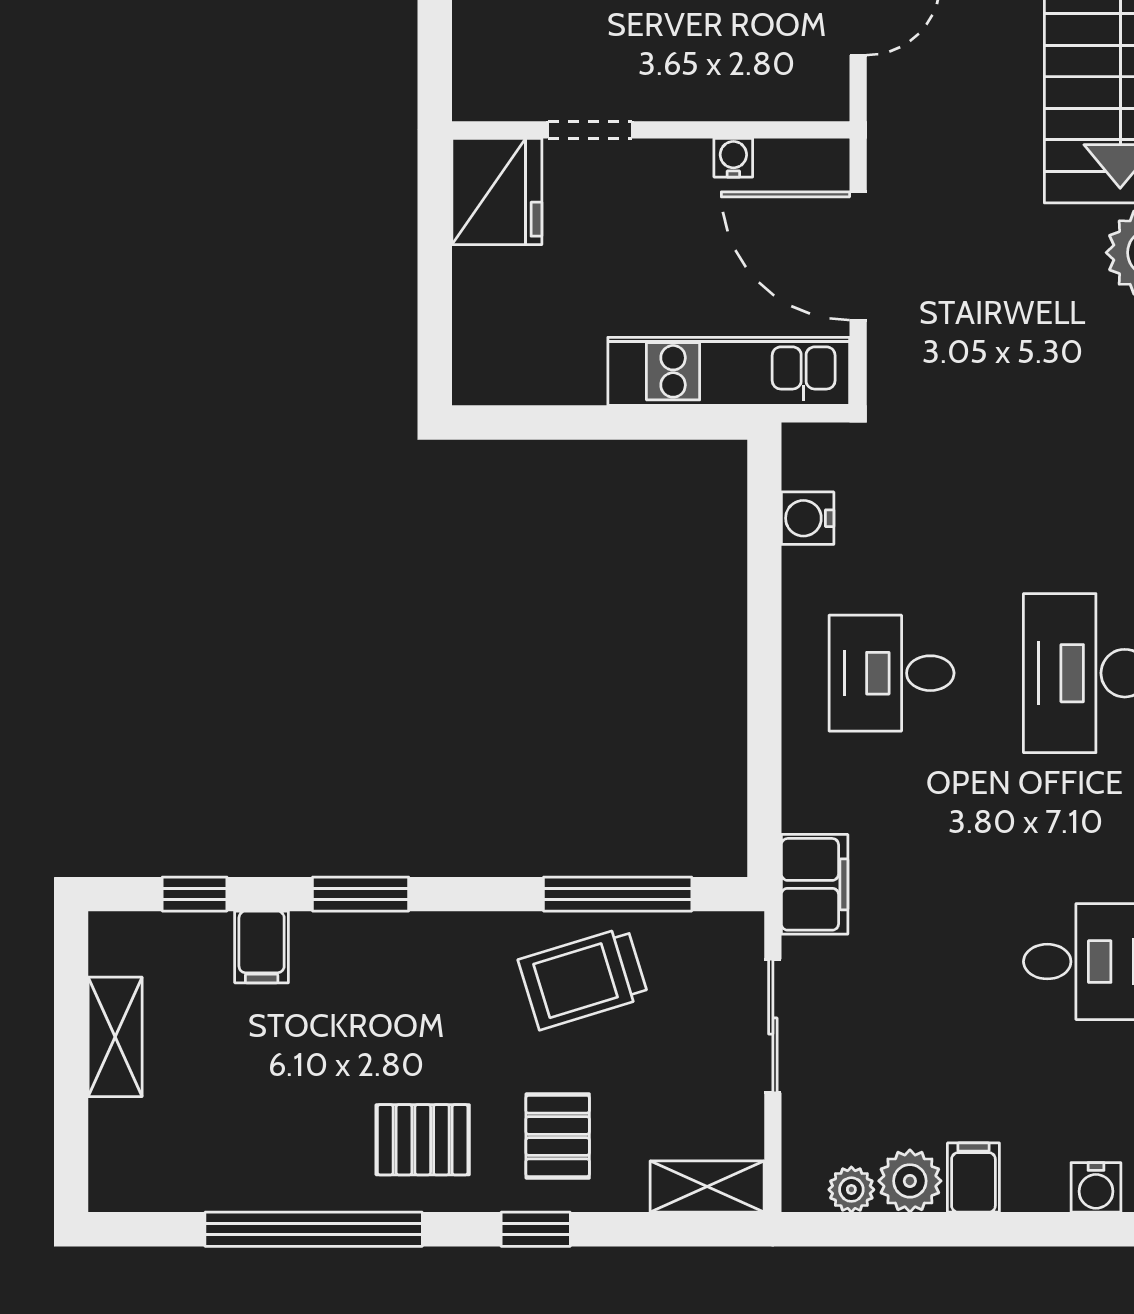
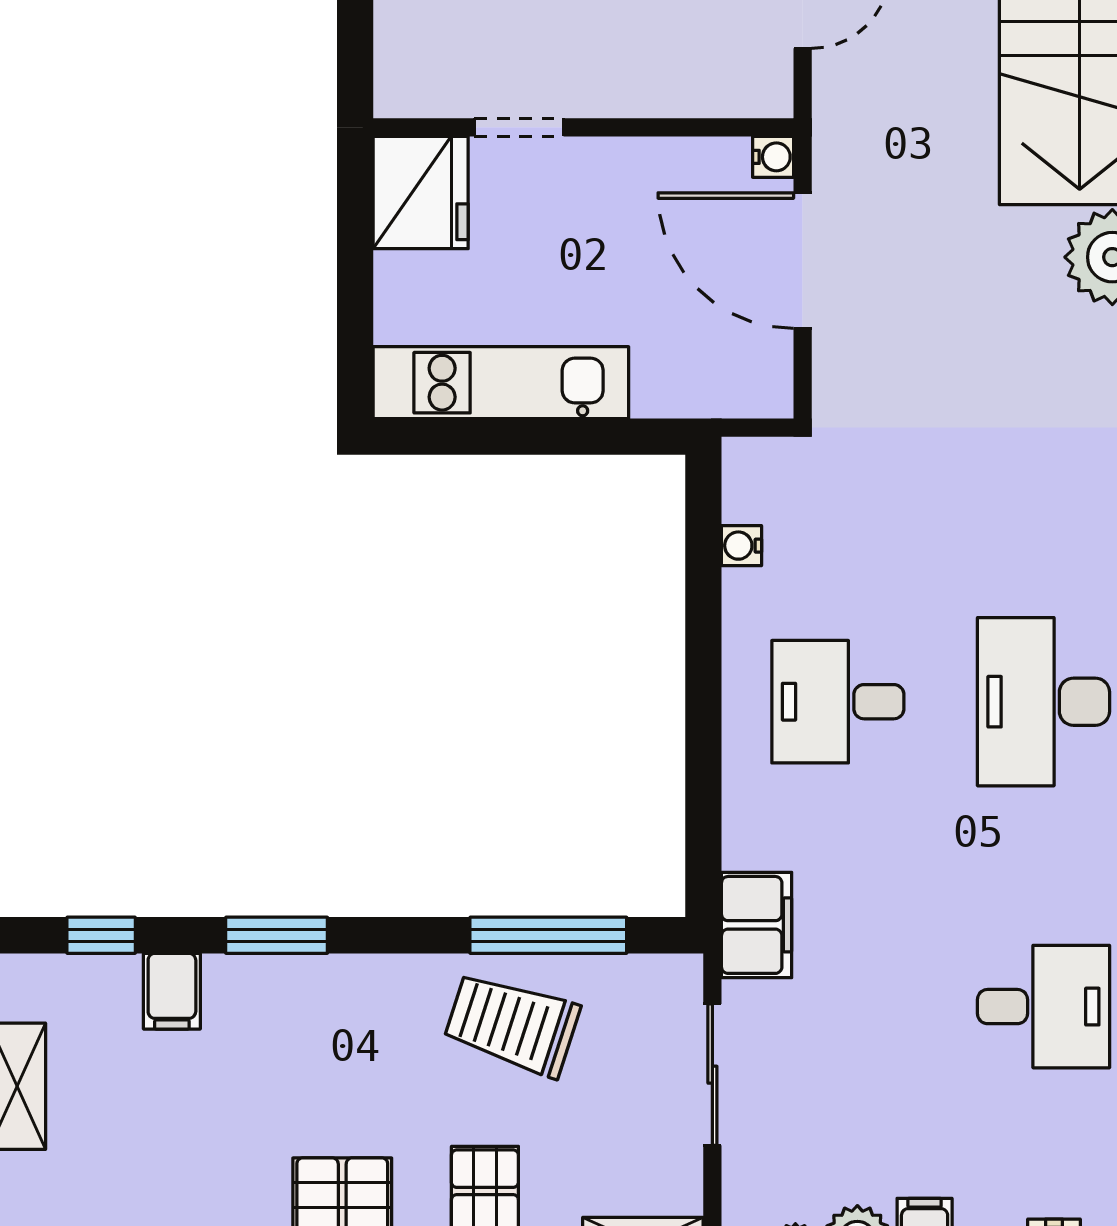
water cooler: (733, 158) -> (773, 157), moved, turned 90
kitchen unit: (729, 371) -> (501, 383), moved
water cooler: (808, 518) -> (742, 546), width x0.72, depth x0.72
trolley: (583, 978) -> (512, 1024), turned 35

